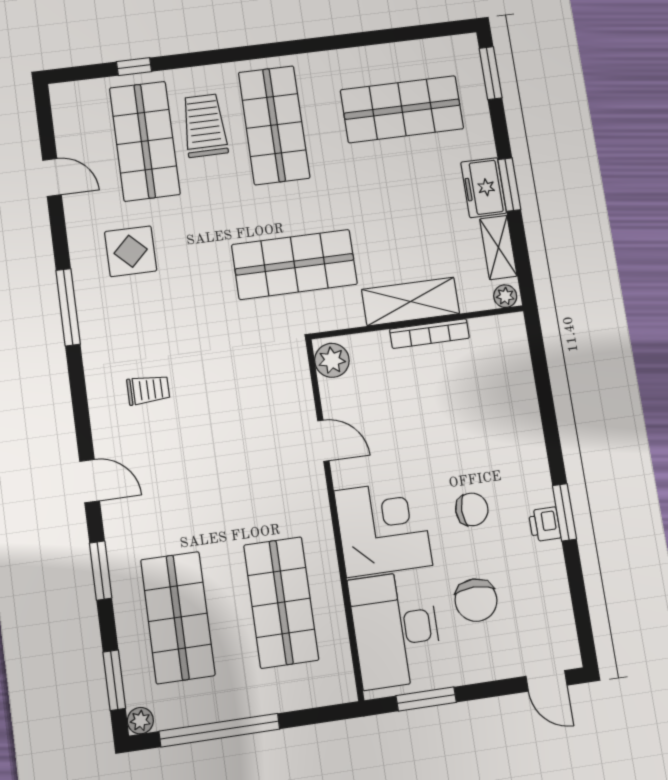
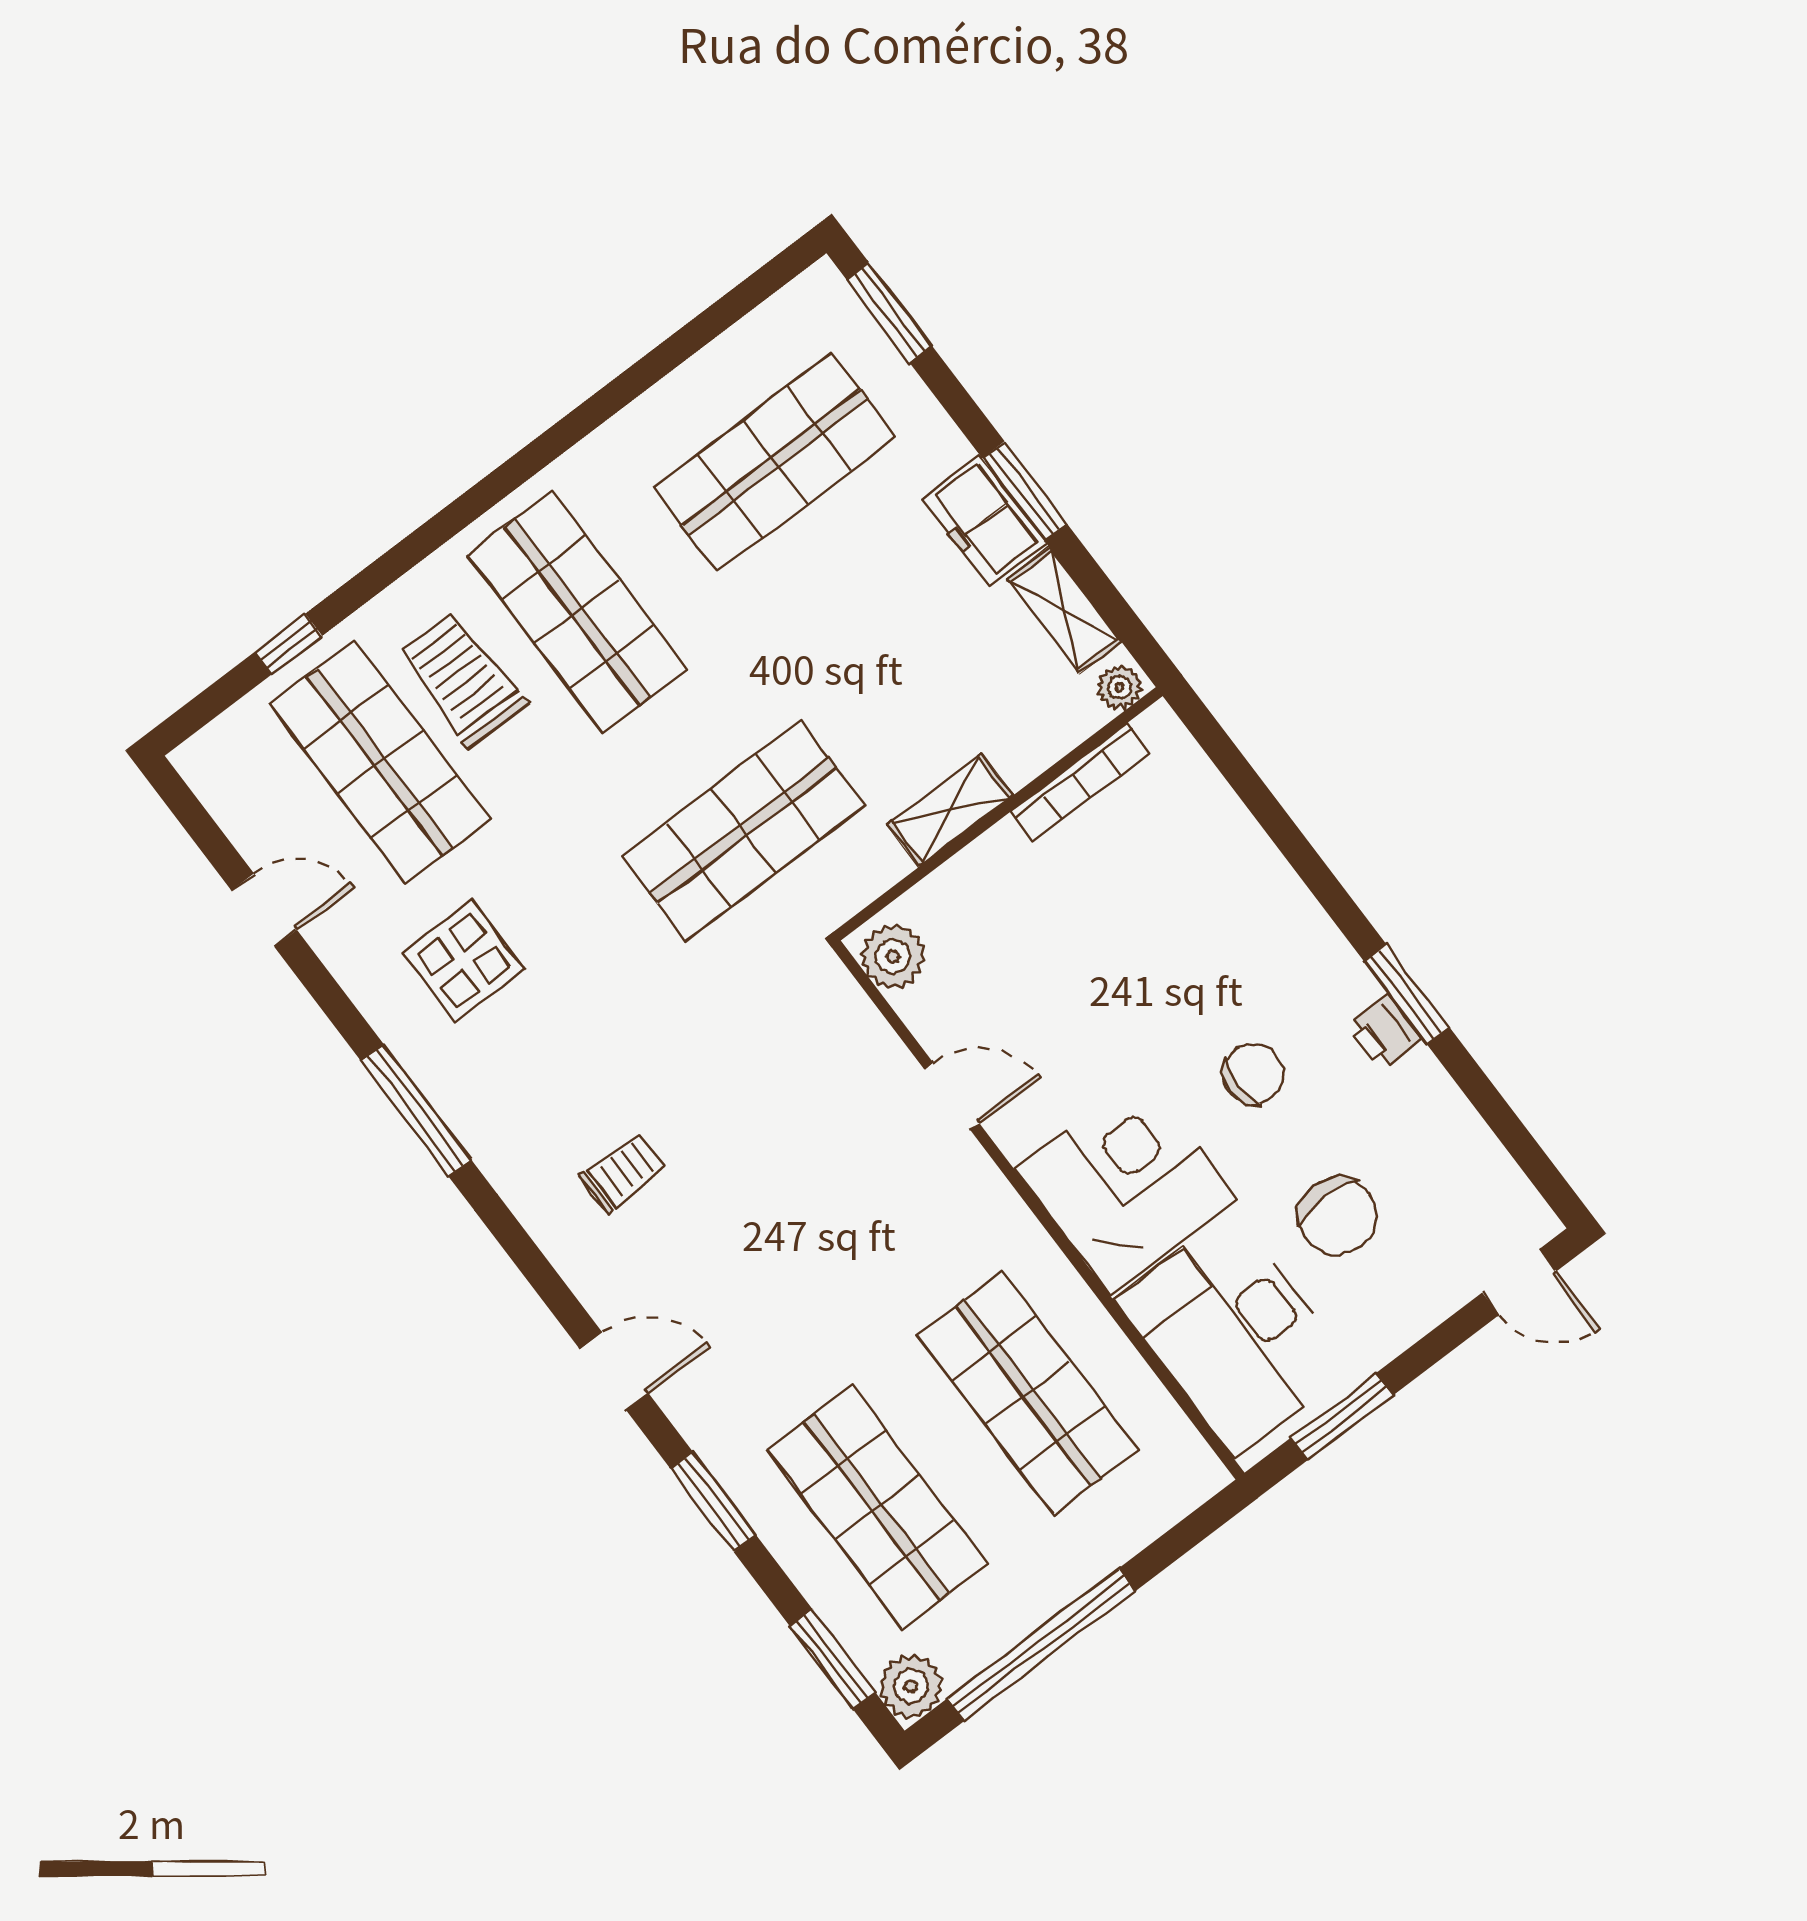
shelving: (411, 302) -> (950, 810), width x0.67, depth x0.75
bookcase: (429, 334) -> (1080, 782), moved
plant: (140, 721) -> (911, 1686), width x1.38, depth x1.38

